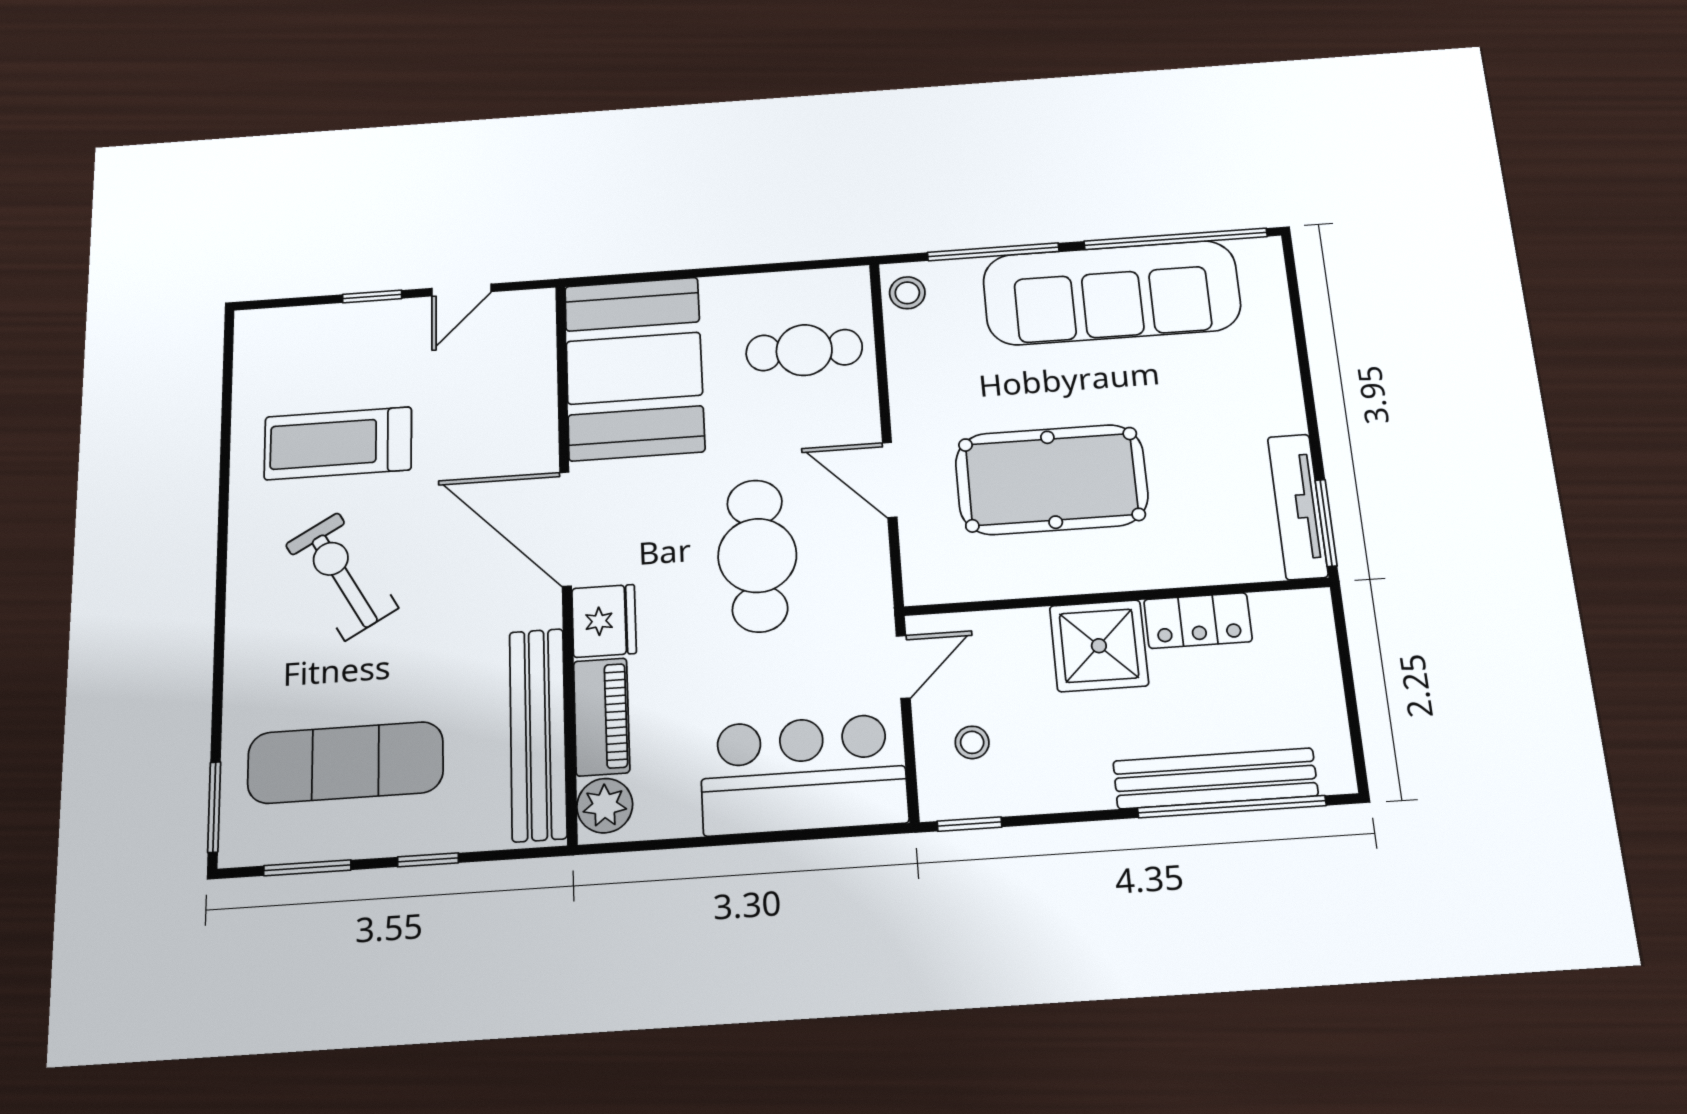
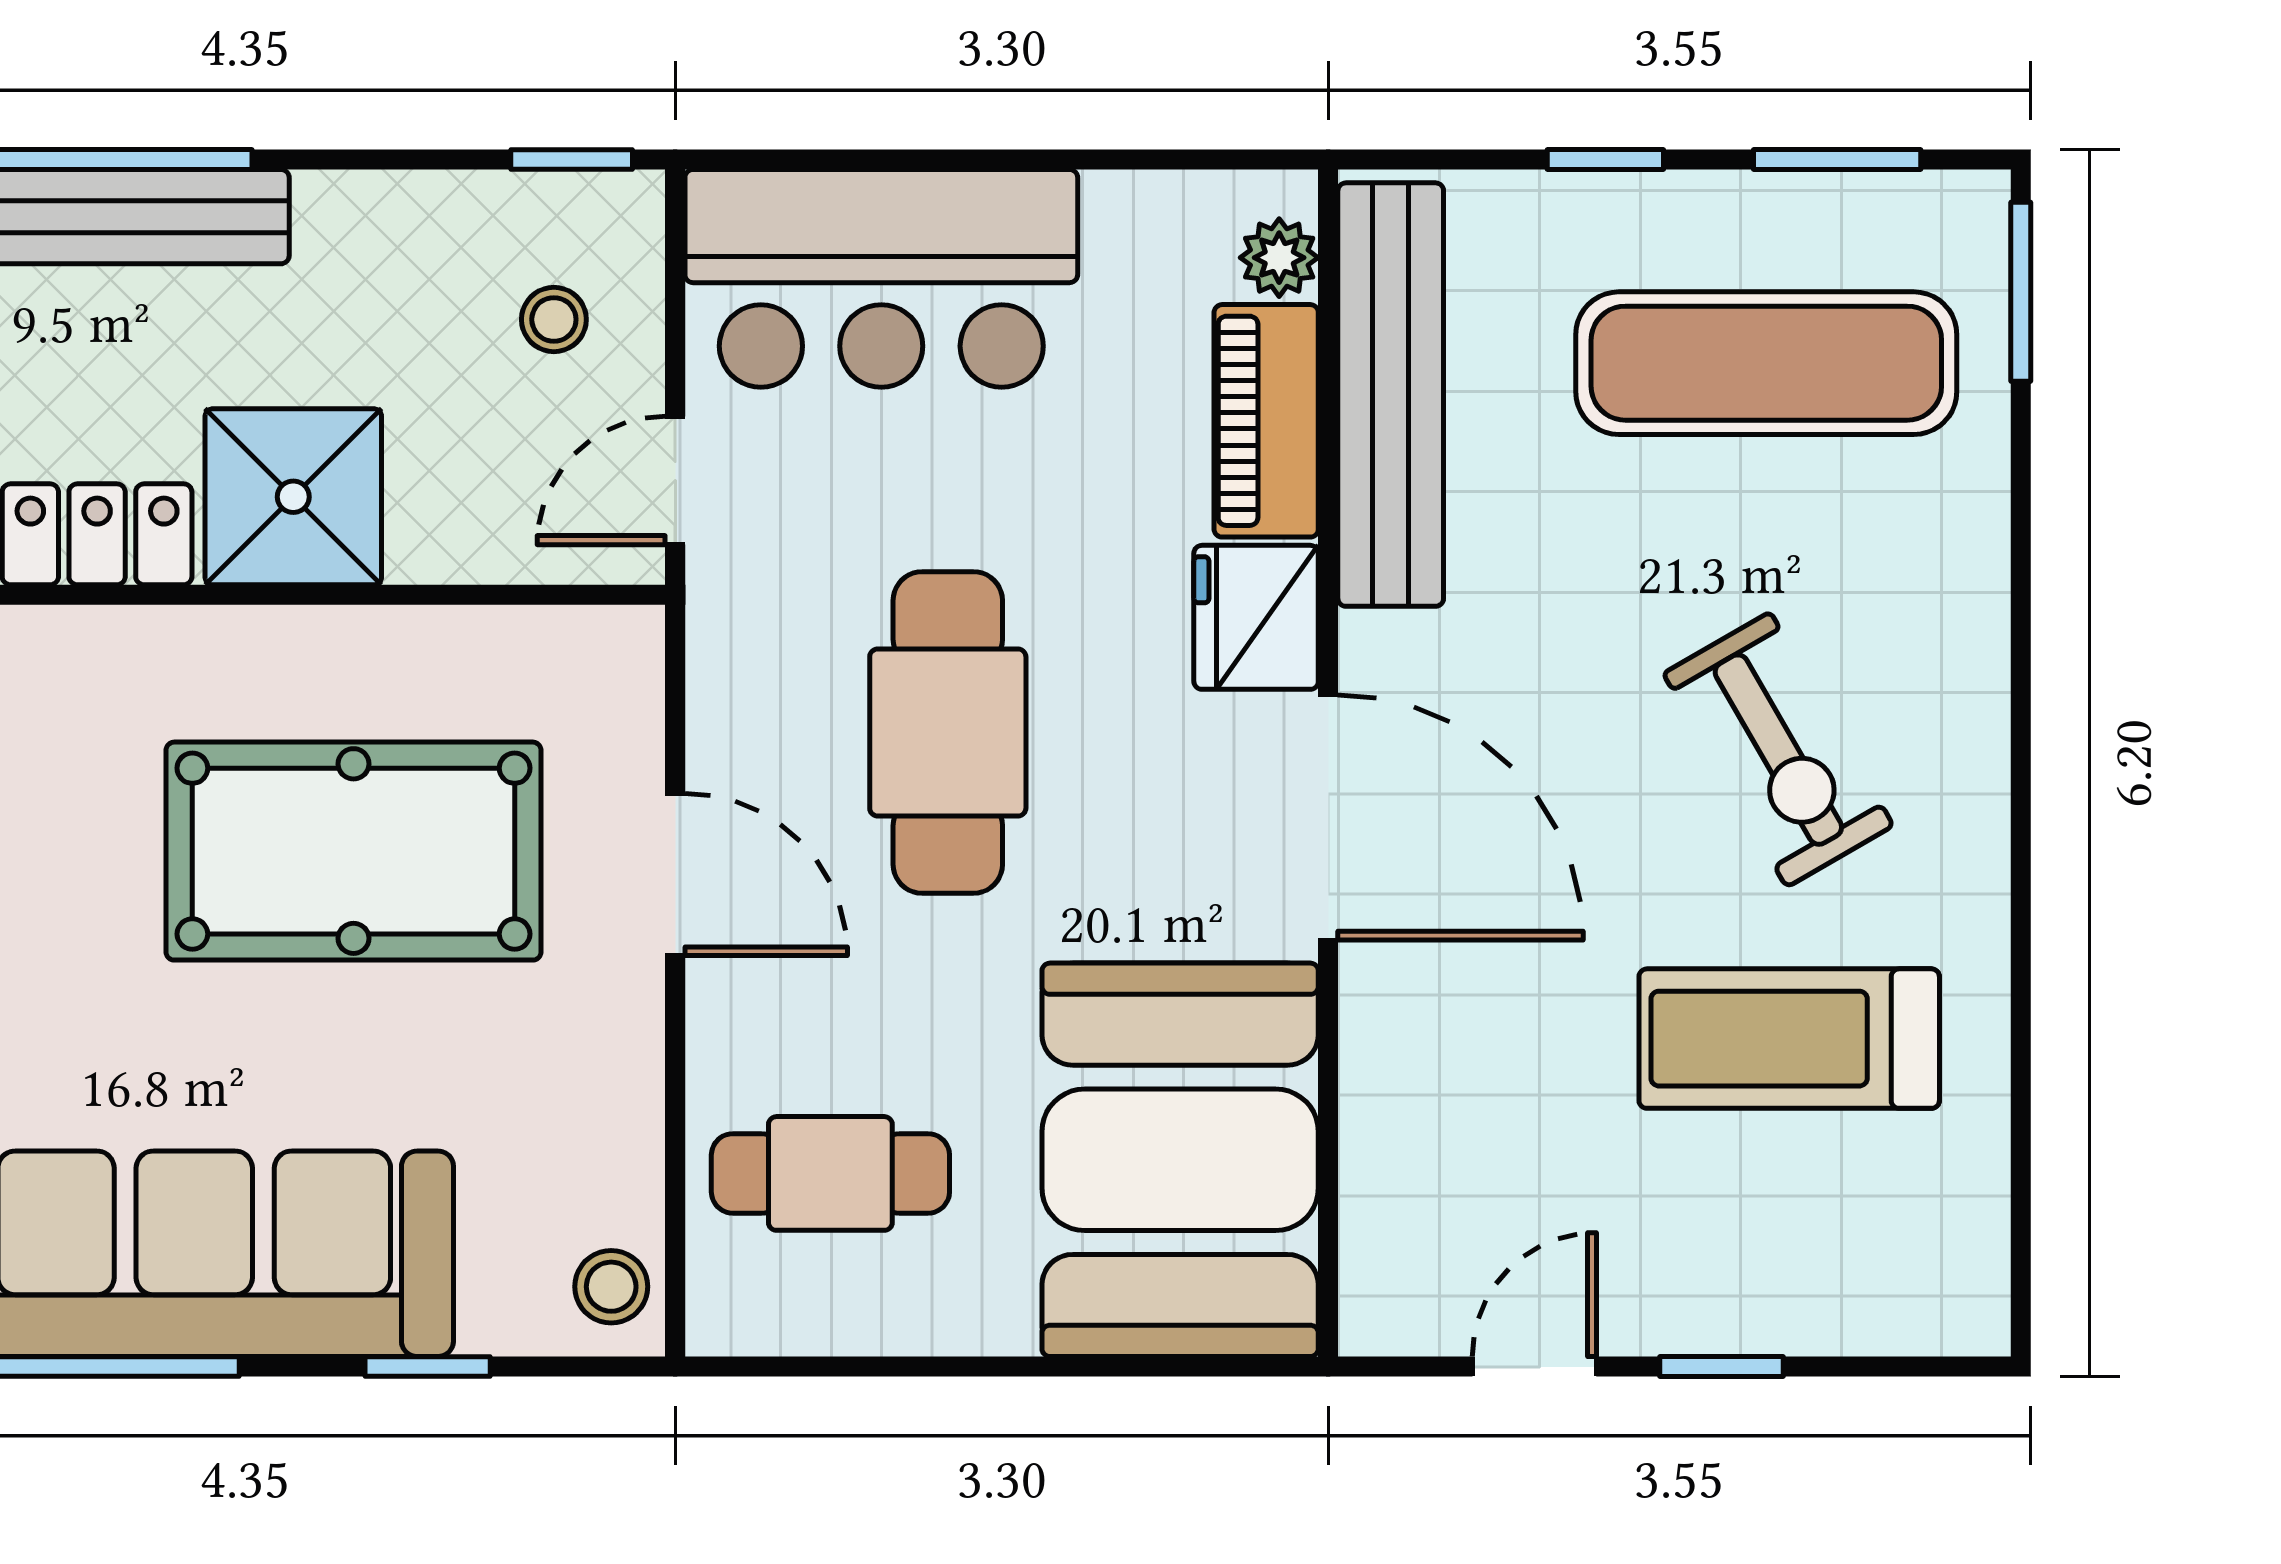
window: (993, 252) -> (428, 1367), width x0.46
treadmill: (338, 443) -> (1789, 1039), turned 180
plant: (605, 806) -> (1279, 258), width x0.73, depth x0.73

